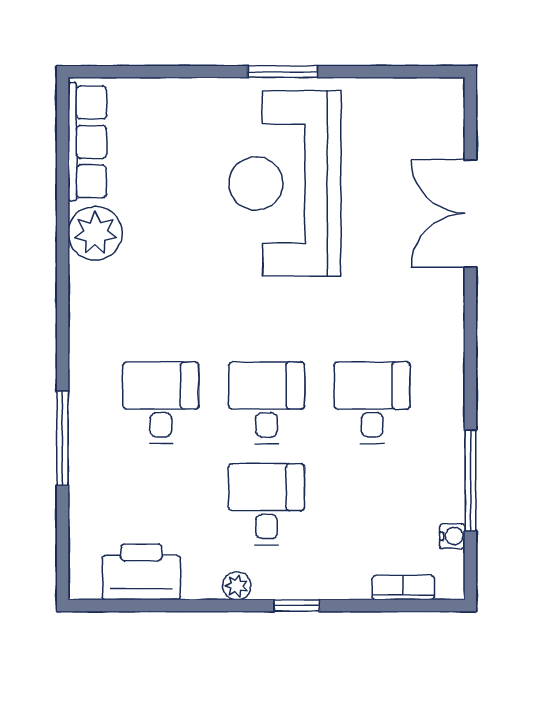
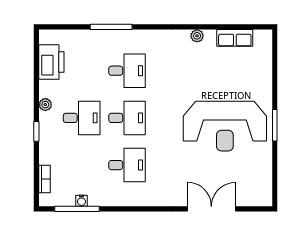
row of seats: (87, 142) -> (235, 38), width x0.68
reception desk: (285, 183) -> (225, 126), turned 180
plant: (95, 233) -> (197, 36), width x0.53, depth x0.53
window: (470, 480) -> (77, 209), moved
water cooler: (452, 536) -> (81, 201), moved

